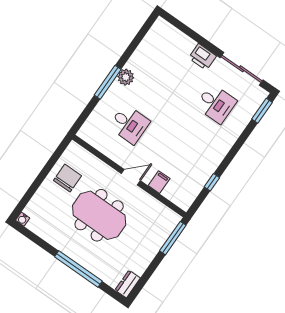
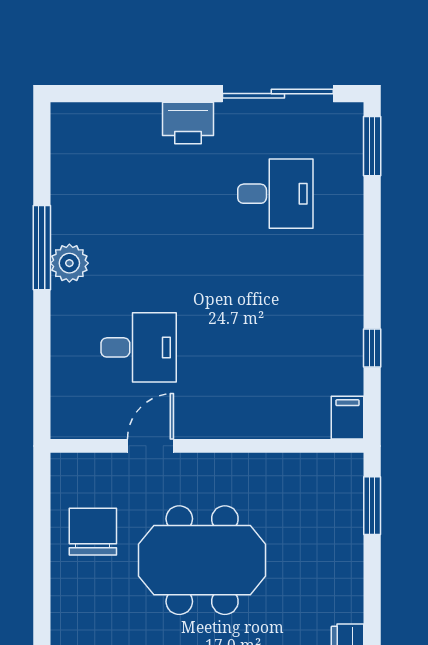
window: (108, 82) -> (42, 248), moved
door: (131, 177) -> (151, 446), moved
filing cabinet: (159, 182) -> (347, 418), moved
window: (173, 238) -> (372, 506), width x0.69

